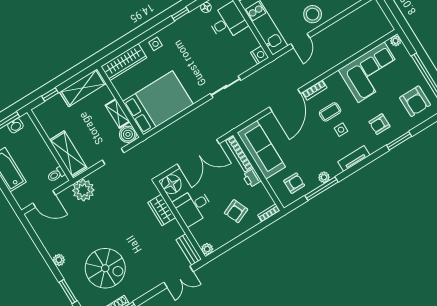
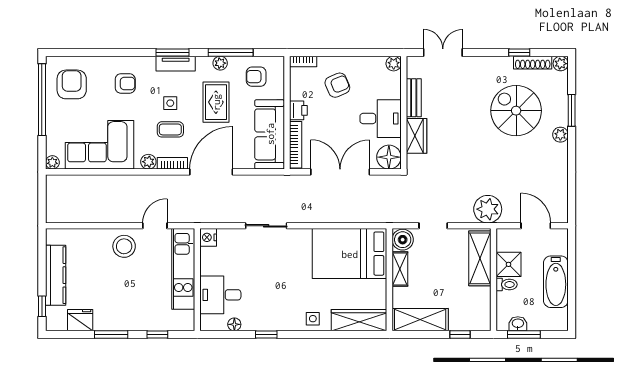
plant: (331, 81) -> (148, 162), added
window: (399, 141) -> (173, 53), moved
rug: (311, 149) -> (216, 102), added
shower: (46, 162) -> (509, 264), added
toilet: (56, 174) -> (507, 285), moved
bench: (189, 250) -> (414, 98), moved
plant: (59, 260) -> (560, 135), moved

